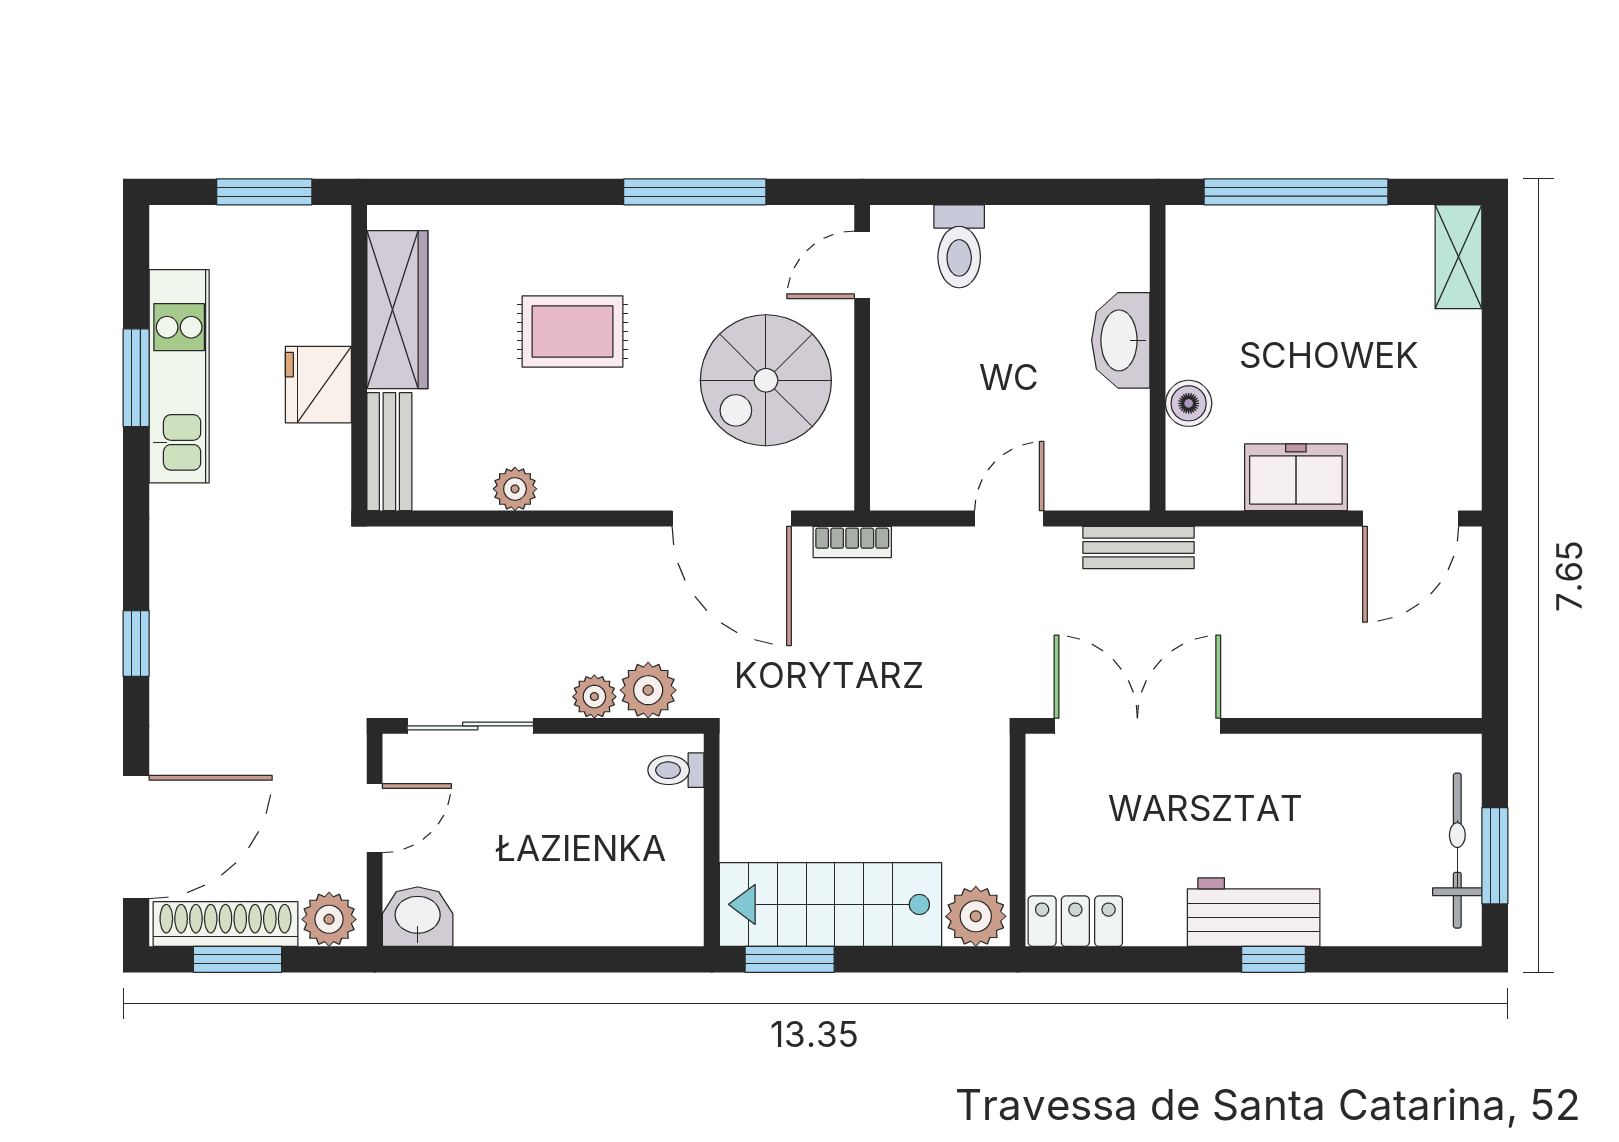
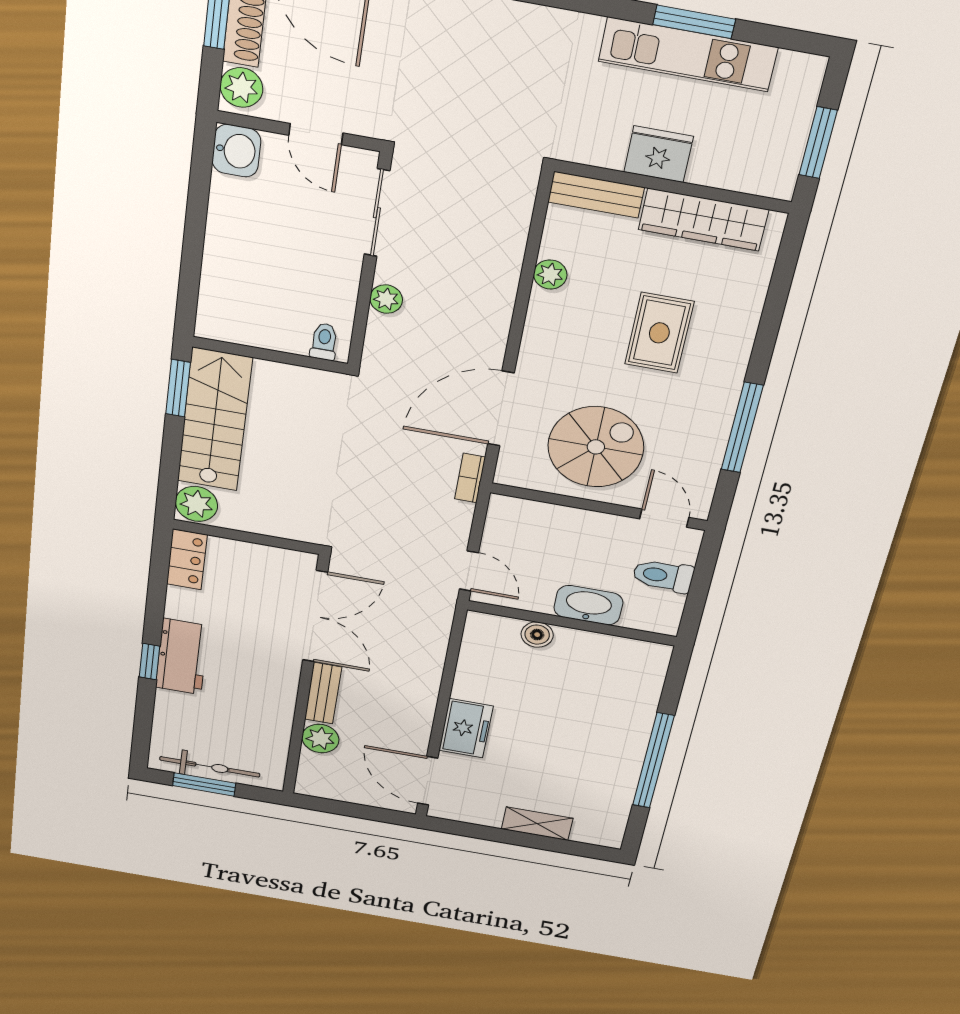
shelving: (1458, 257) -> (537, 824), moved
washbasin: (1121, 340) -> (588, 605), moved
wall: (1158, 358) -> (572, 623), moved
spiral stairs: (766, 380) -> (596, 447), turned 90
boiler: (1189, 403) -> (537, 635), moved
bench: (1138, 547) -> (323, 693), moved
plant: (648, 690) -> (320, 739), moved

